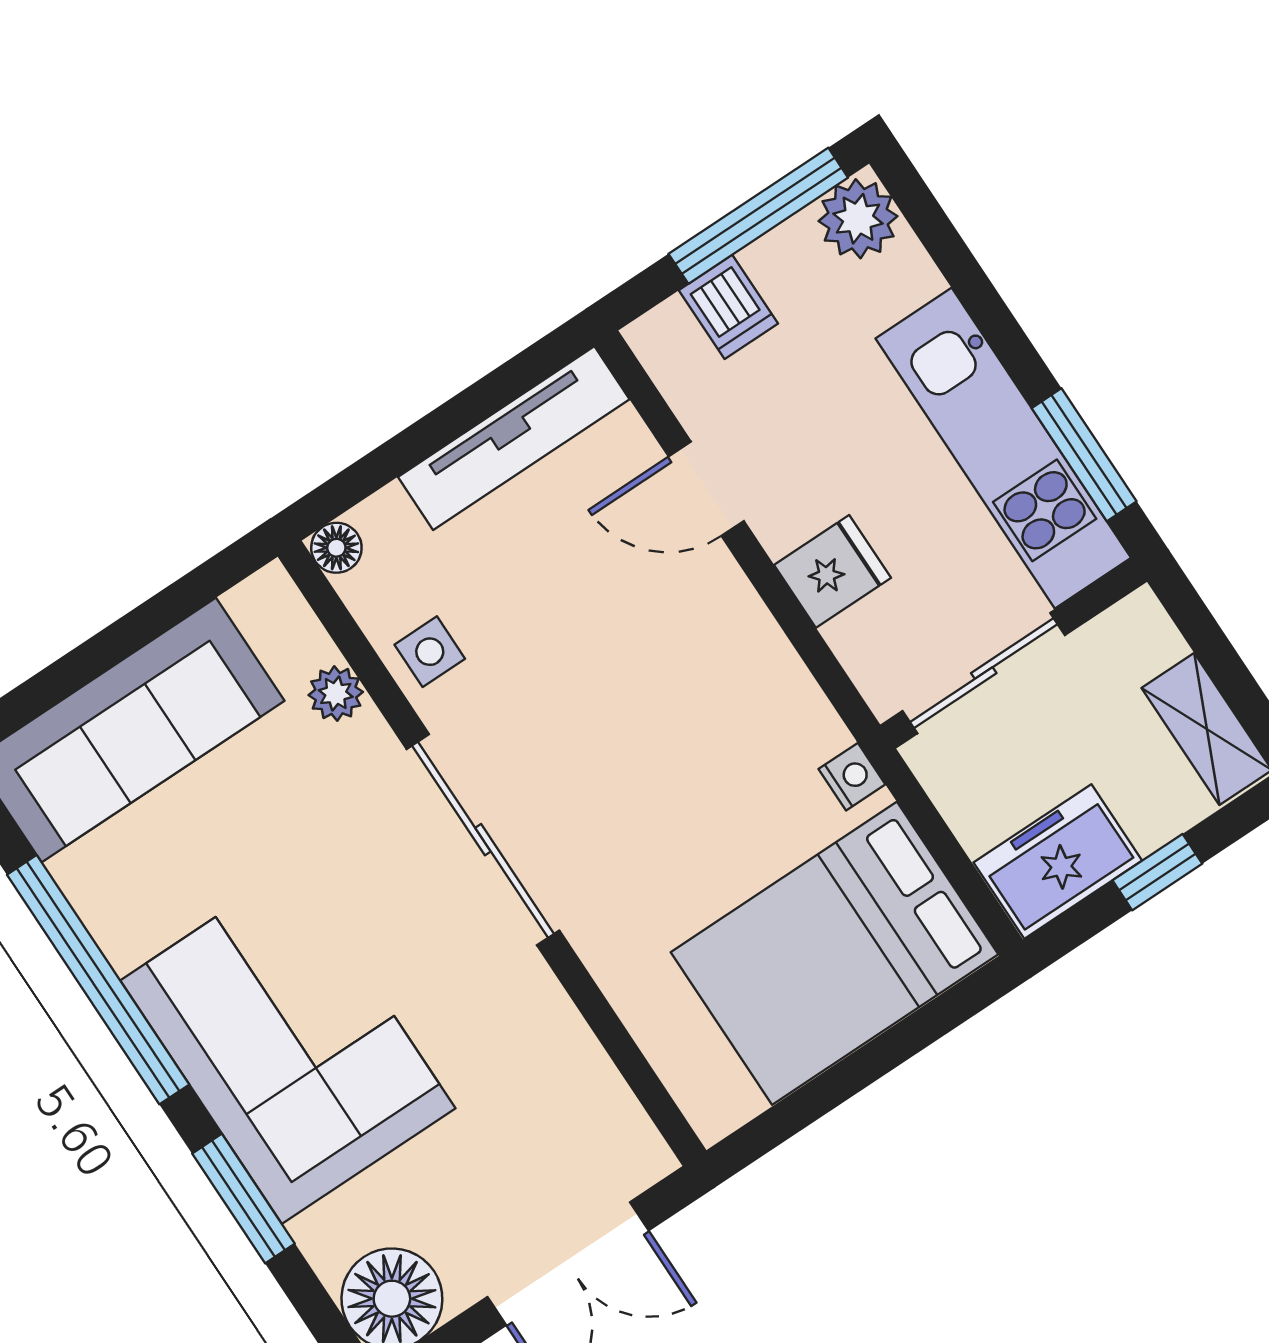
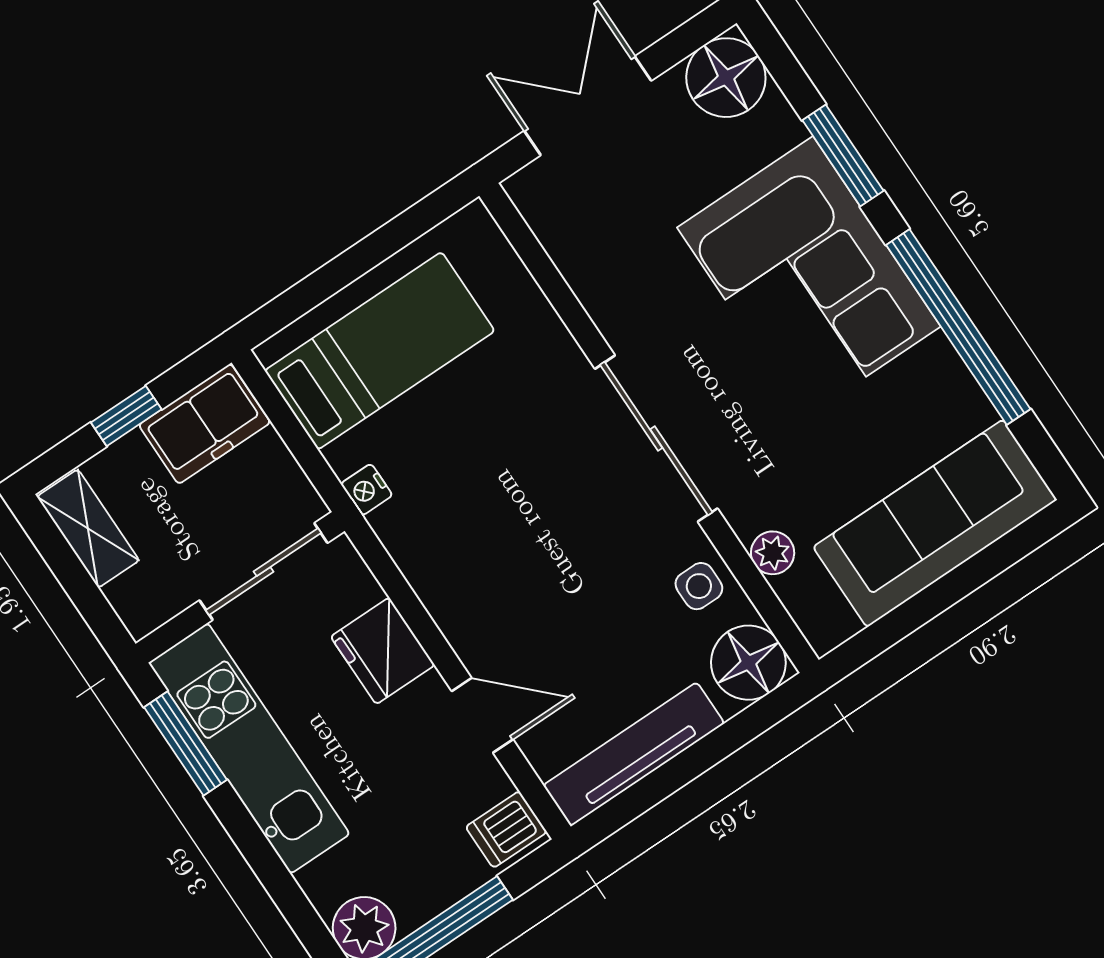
dishwasher: (728, 307) -> (506, 829), moved, turned -90
floor lamp: (336, 548) -> (748, 663), width x1.89, depth x1.89
fridge: (833, 571) -> (383, 651), width x1.38
bed: (834, 953) -> (380, 351), width x0.67

